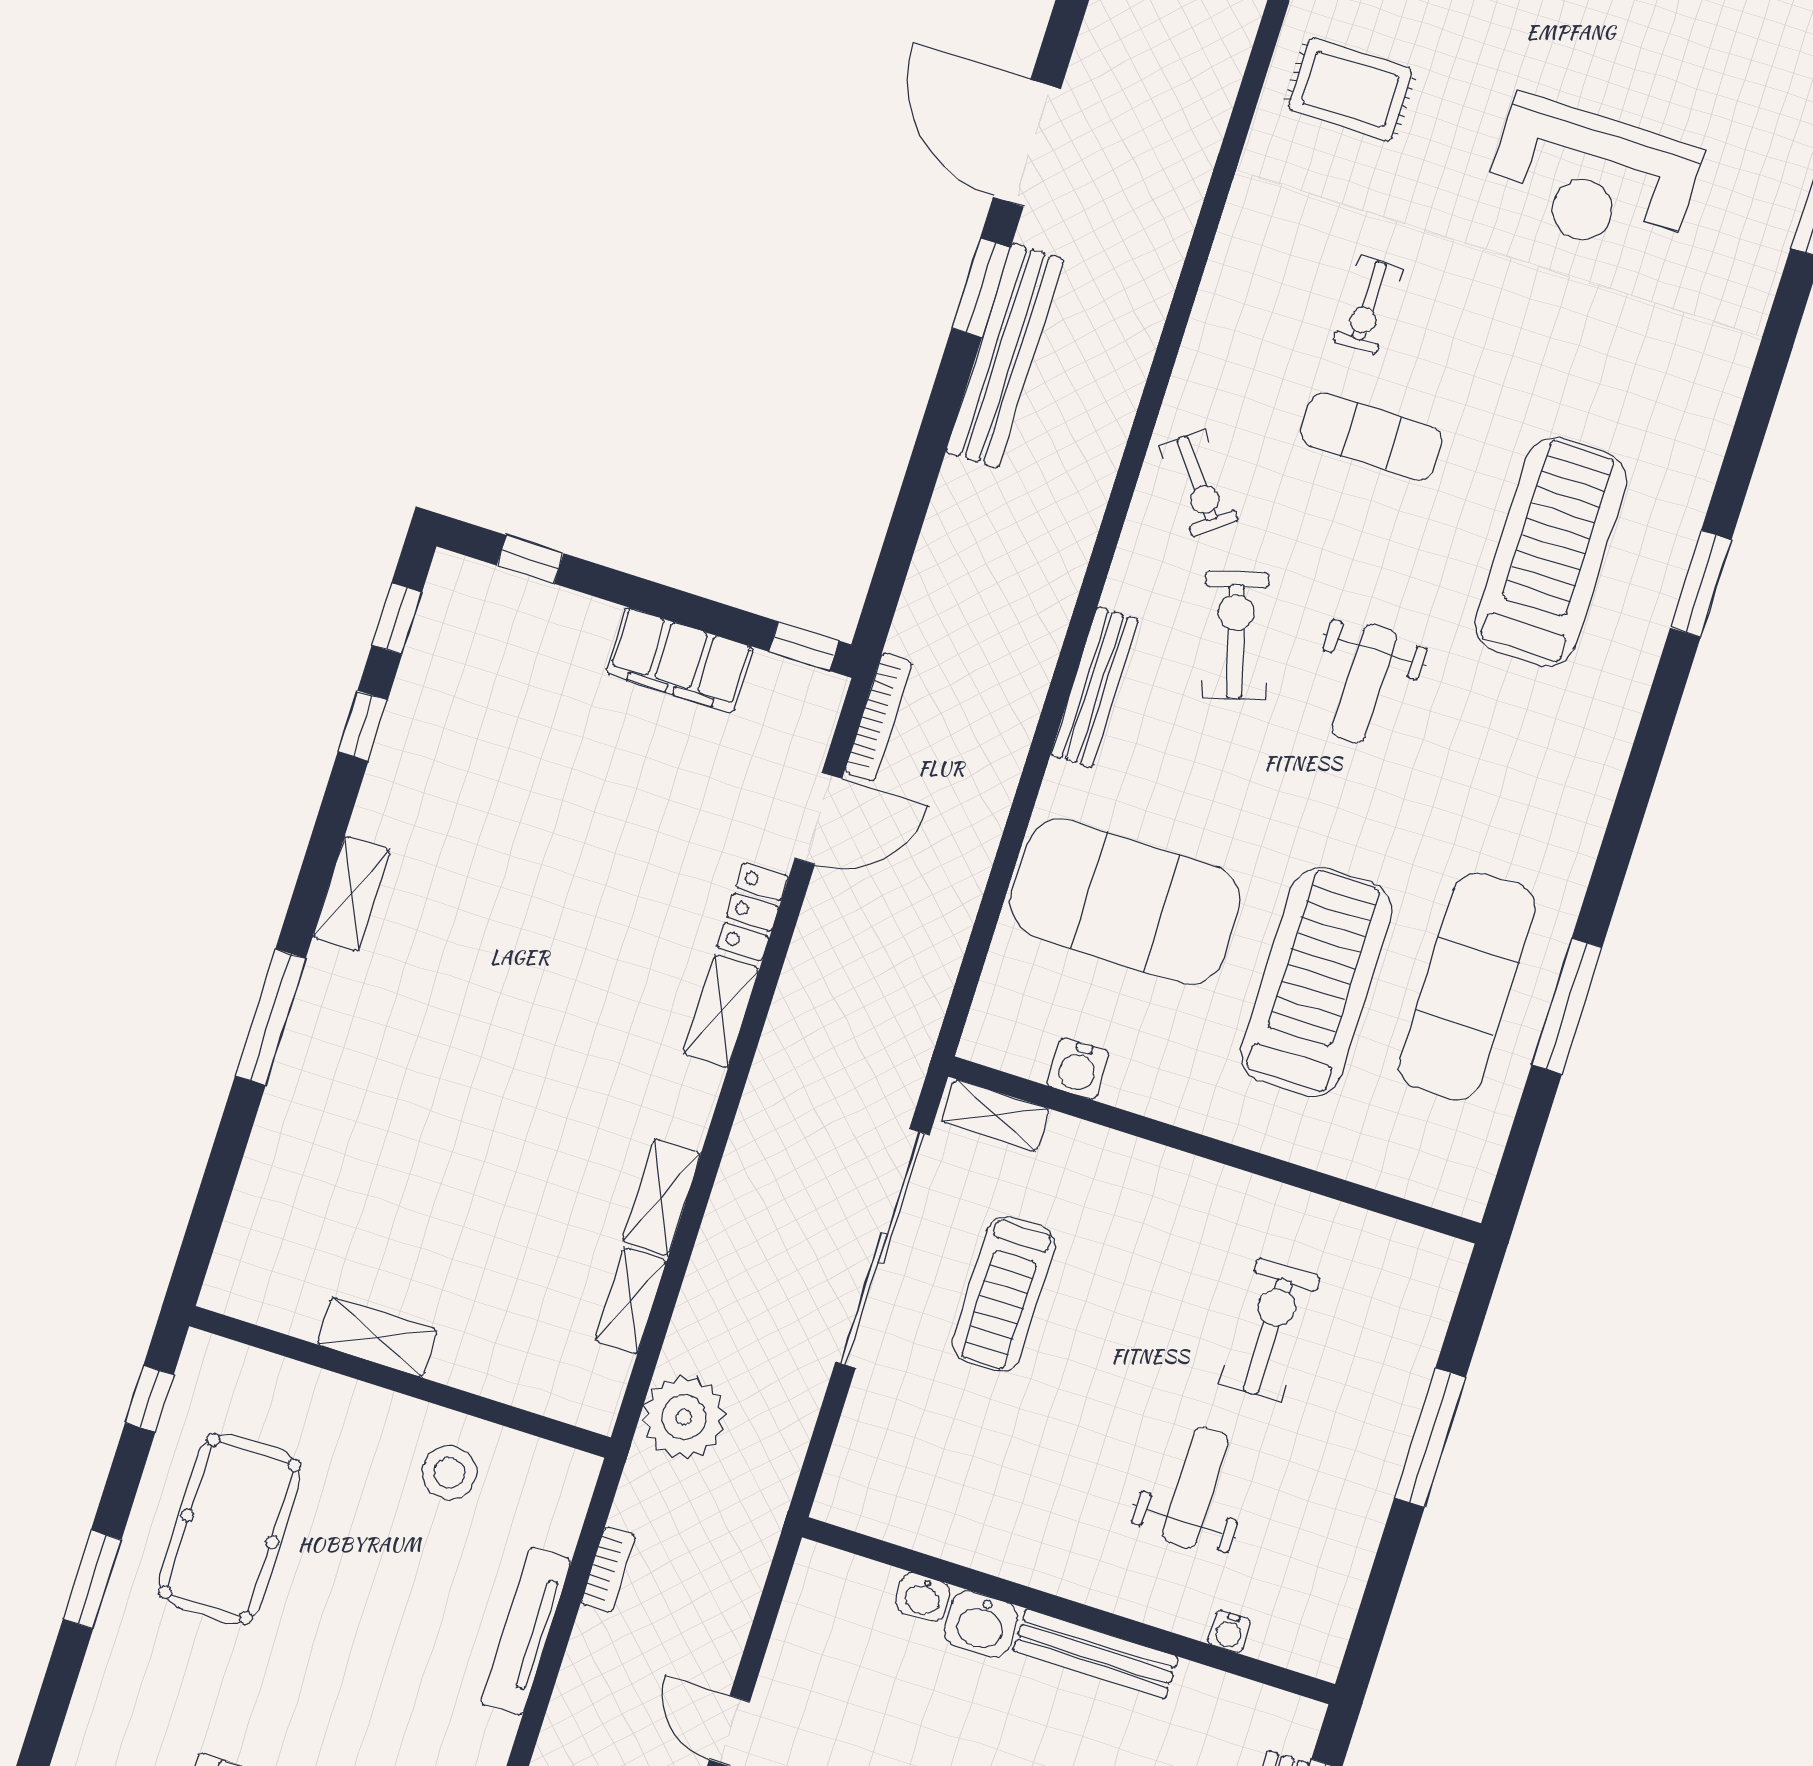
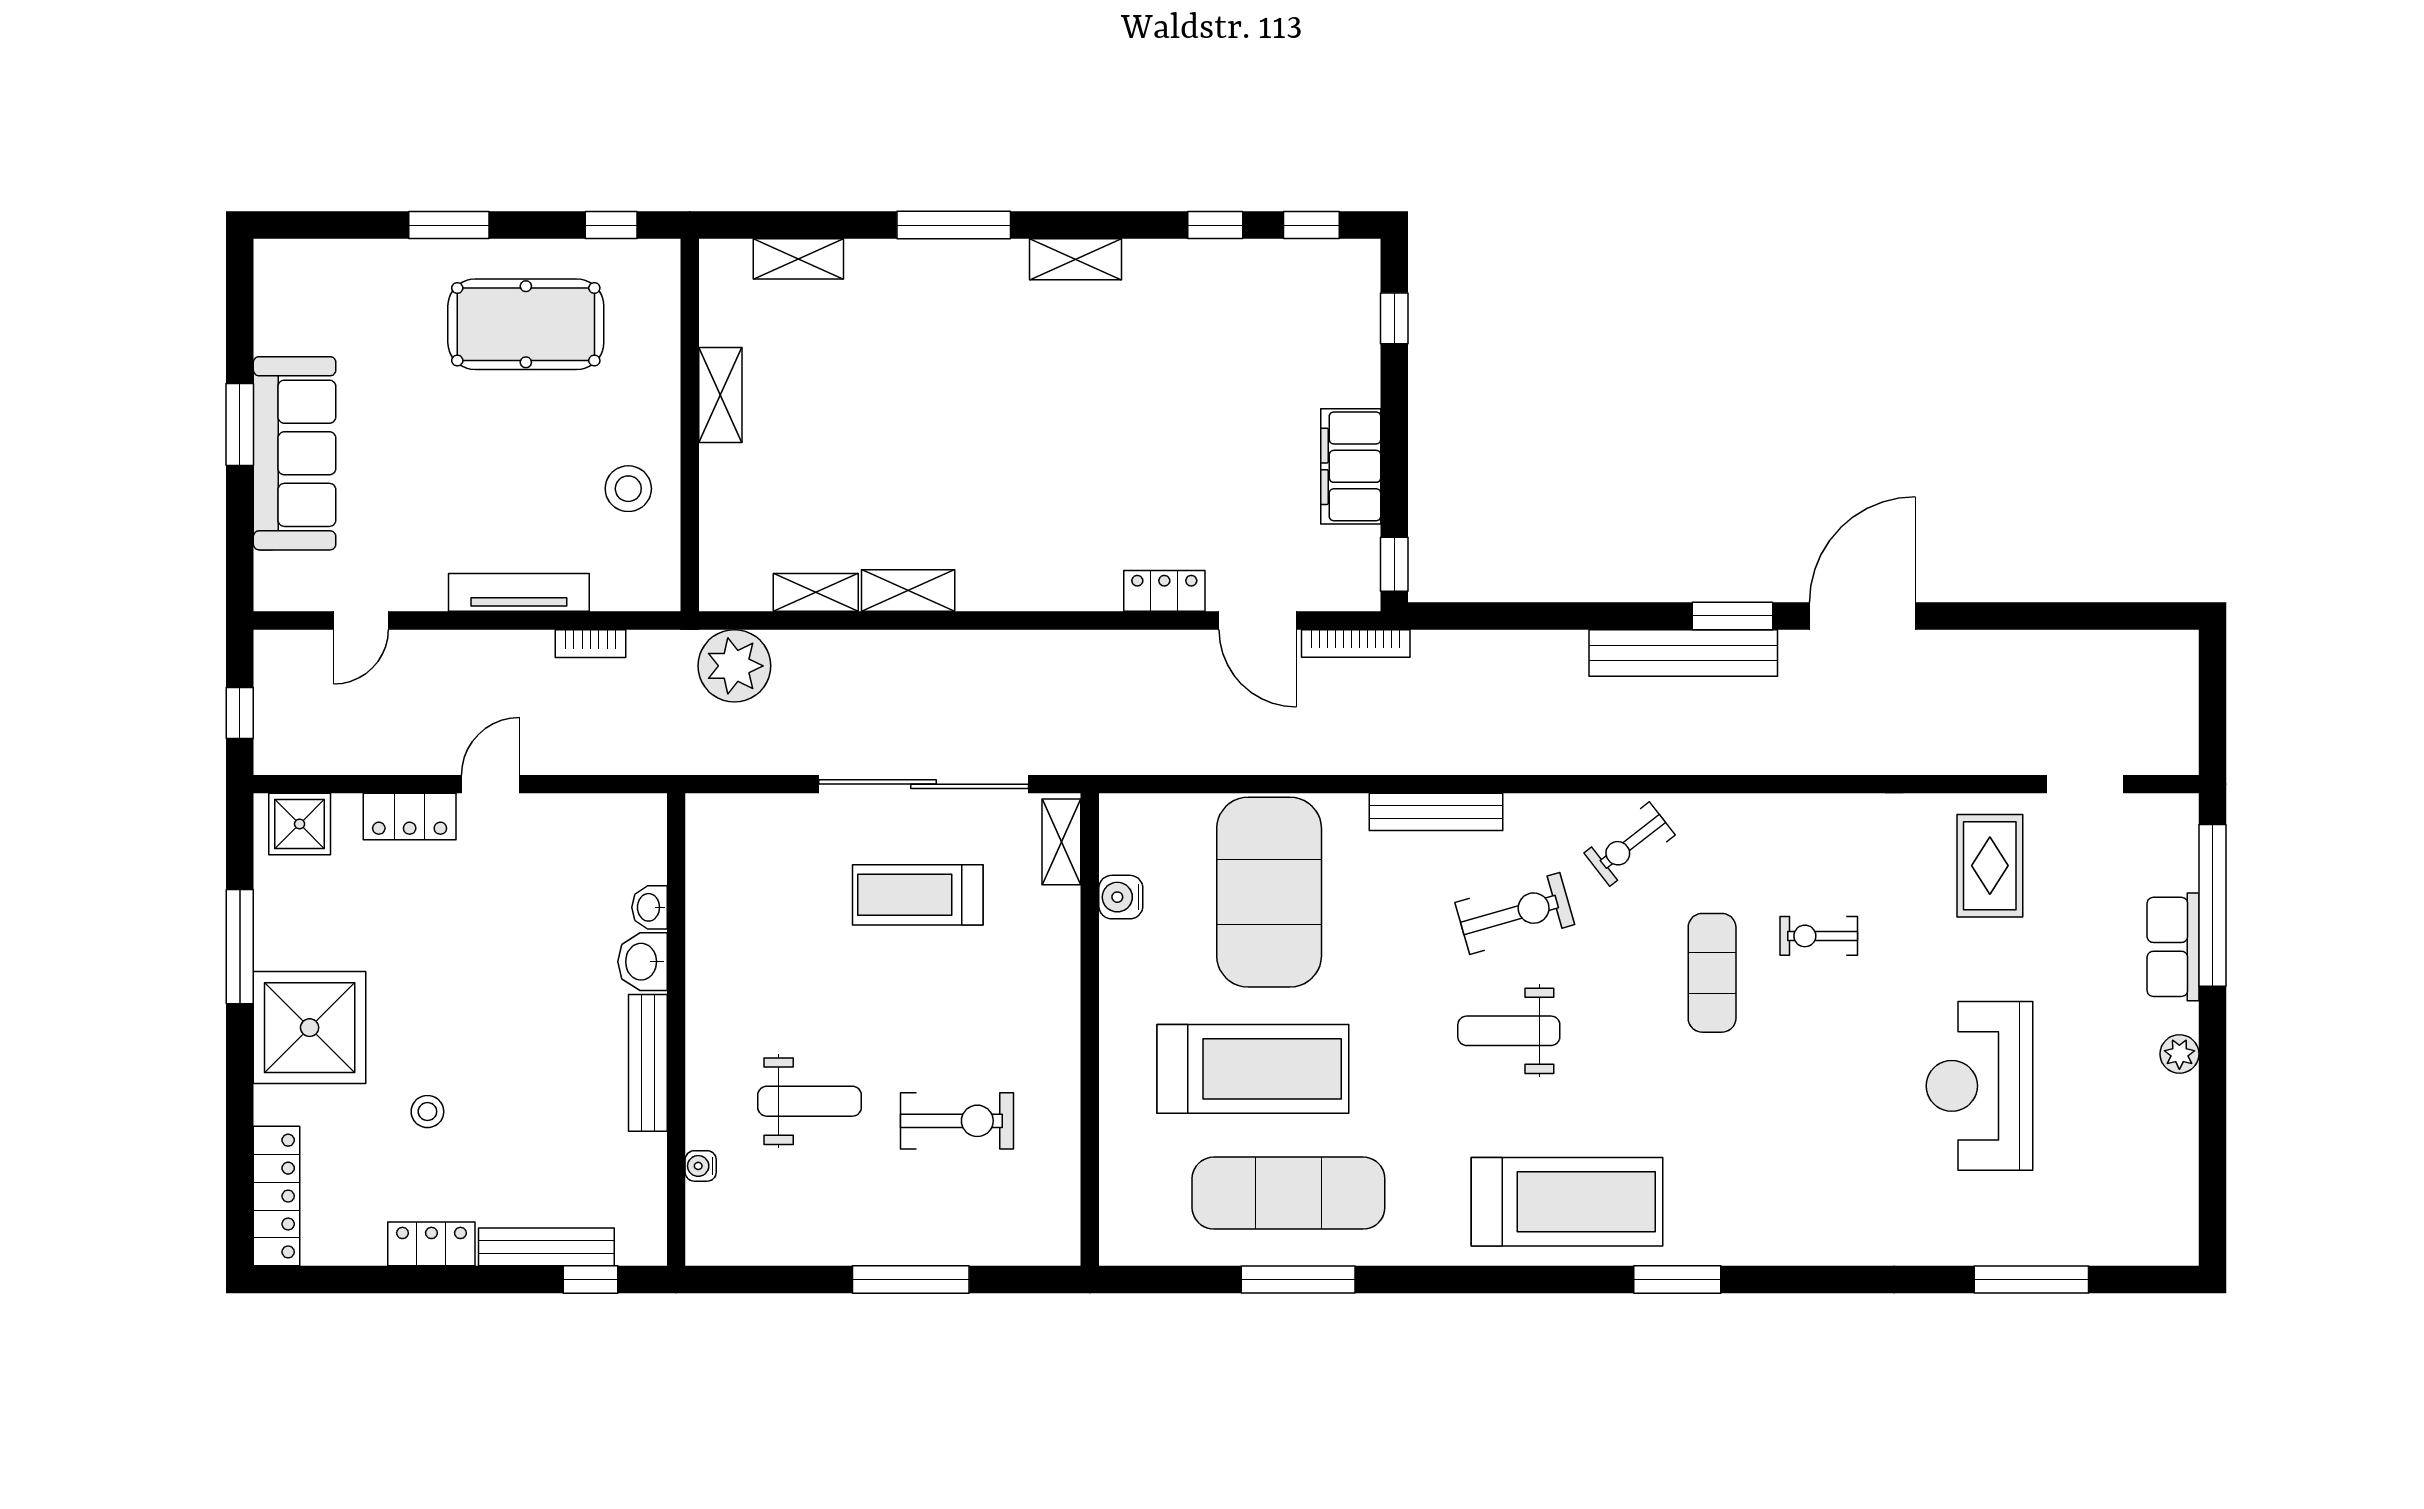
treadmill: (1551, 552) -> (1567, 1202), moved
shelving: (721, 1011) -> (798, 259), moved

